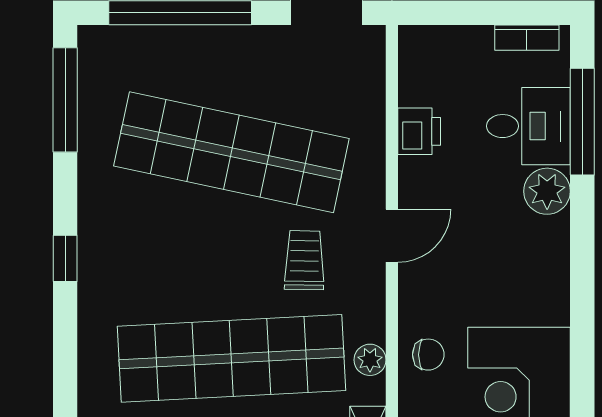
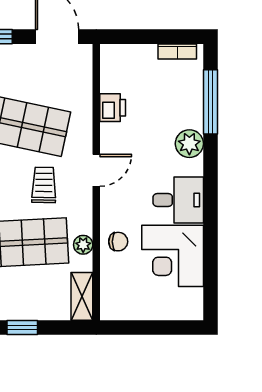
desk: (528, 126) -> (178, 200), moved

